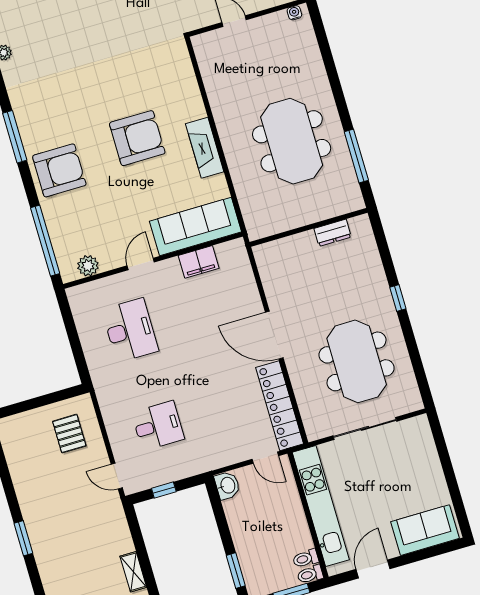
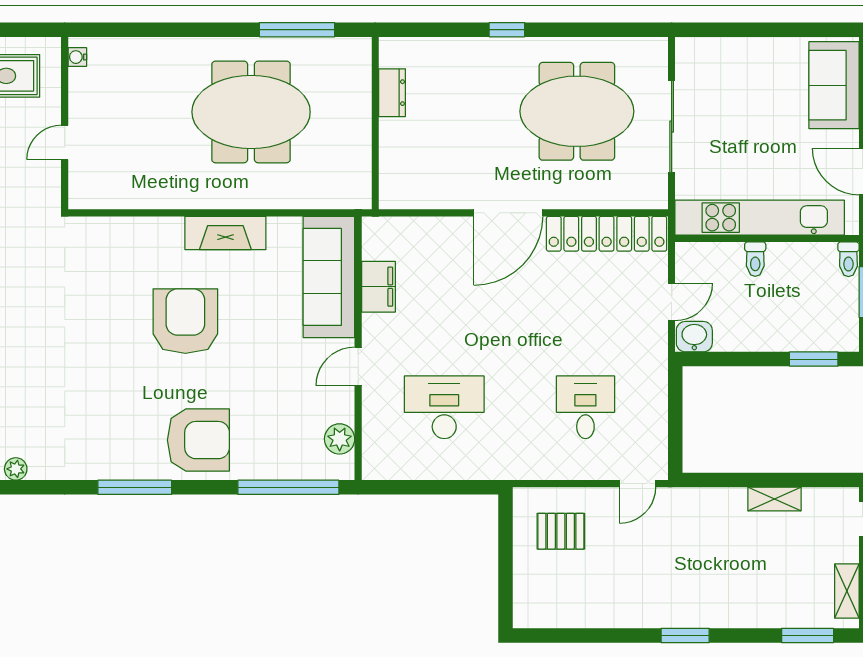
armchair: (59, 170) -> (198, 440), turned 90
door: (141, 264) -> (358, 366), hinge flipped
door: (265, 458) -> (672, 302), moved
window: (164, 490) -> (675, 425), removed
toilet: (306, 558) -> (755, 259), moved

